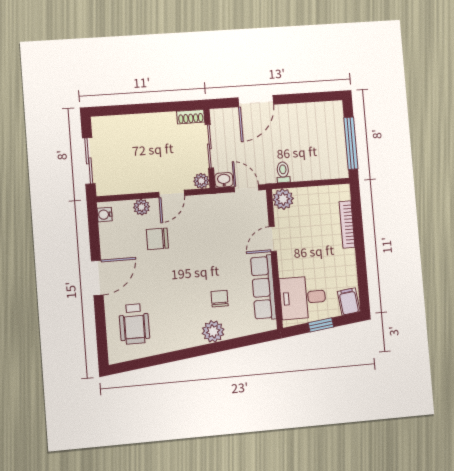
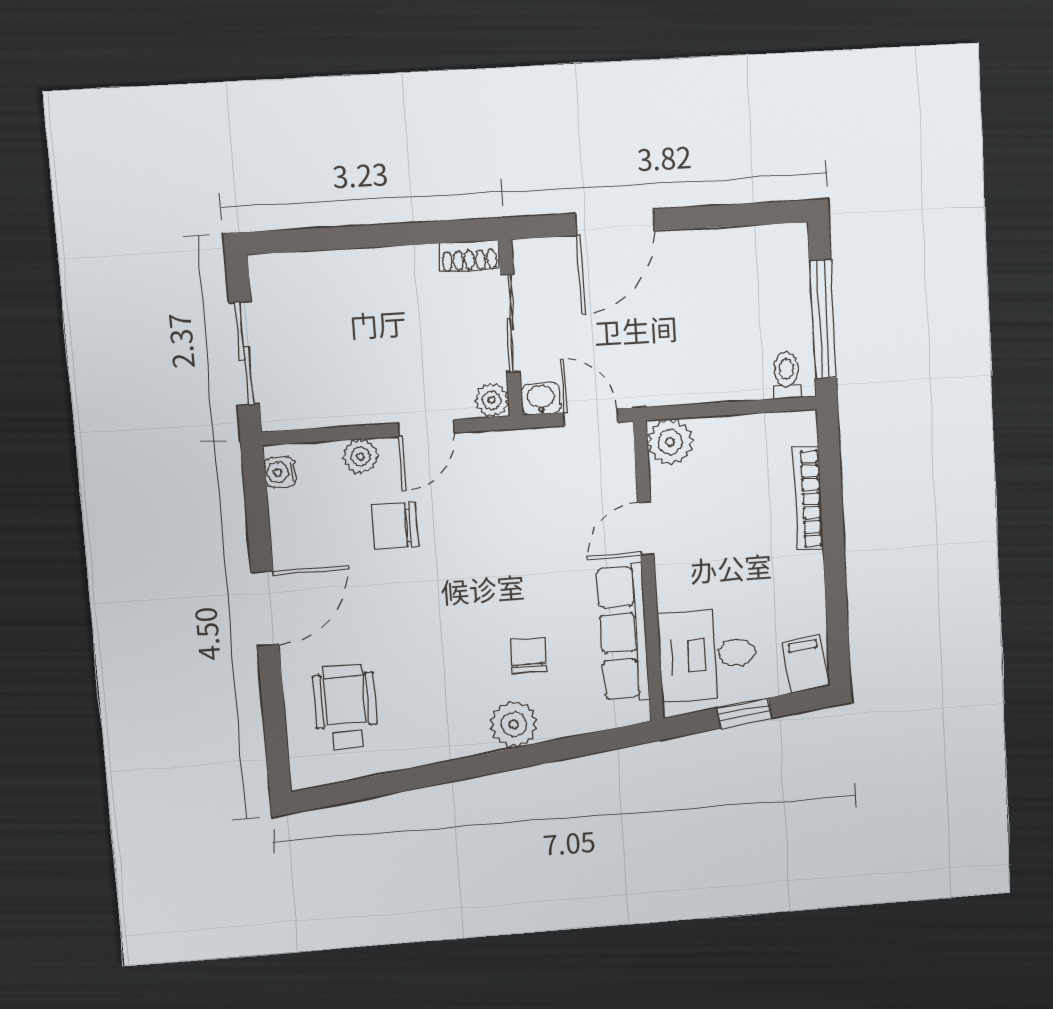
toilet: (283, 172) -> (786, 375), moved
wheelchair: (134, 324) -> (345, 707), turned 180

